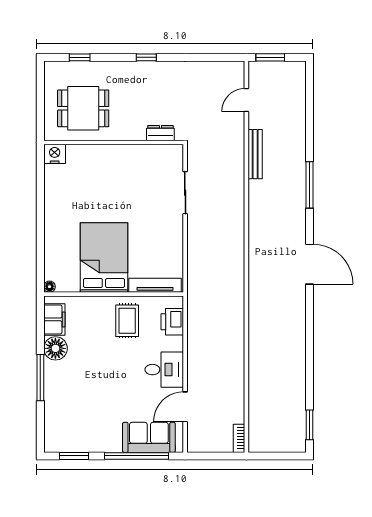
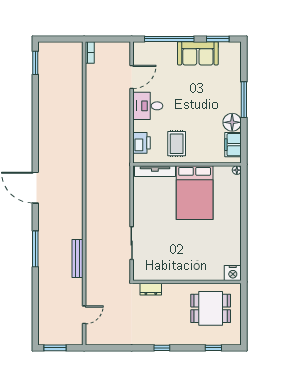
window: (270, 57) -> (55, 348), moved
bench: (255, 154) -> (77, 258), moved
sofa: (149, 437) -> (198, 53), moved

